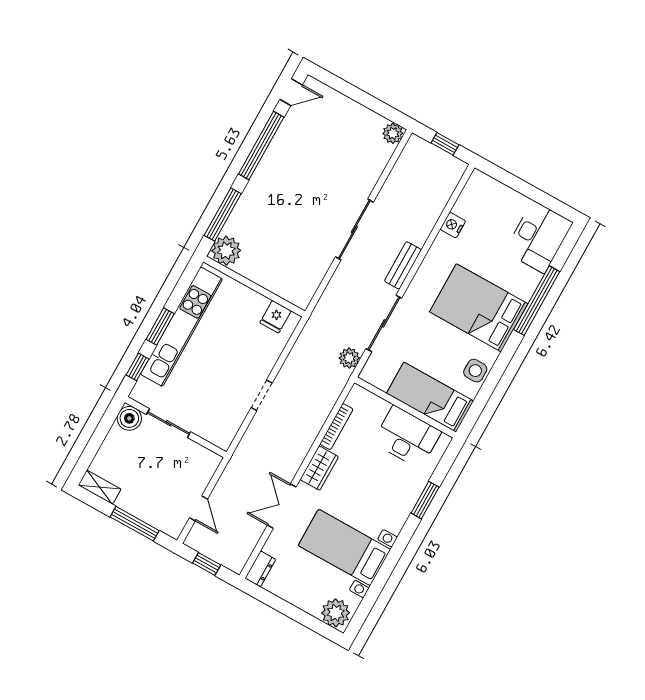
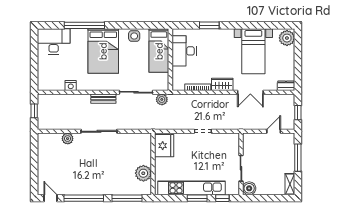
plant: (393, 133) -> (68, 139), moved
plant: (226, 251) -> (143, 173), moved
fridge: (275, 317) -> (164, 146), width x1.88, depth x1.34

